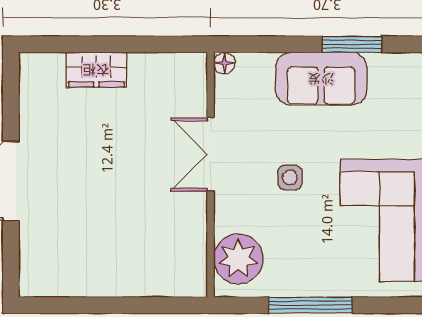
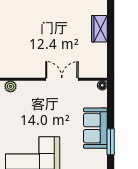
side table: (290, 178) -> (52, 114), removed
plant: (238, 259) -> (11, 86), width x0.53, depth x0.53

